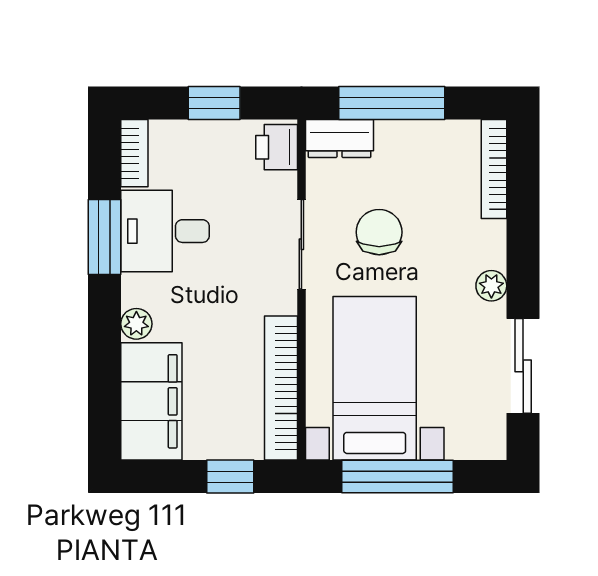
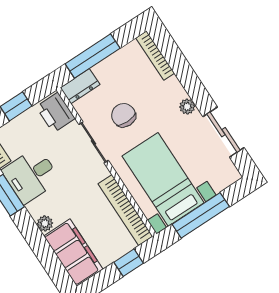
printer: (277, 147) -> (56, 113), width x1.36, depth x1.24

